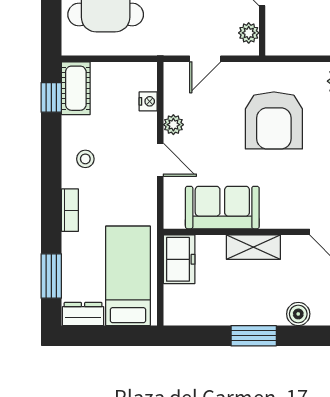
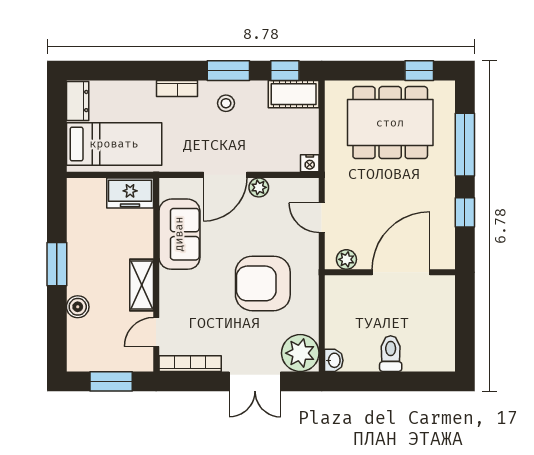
nightstand: (148, 101) -> (310, 163), moved
door: (160, 160) -> (225, 175), width x1.38
shelving: (253, 247) -> (142, 285), moved
window: (51, 276) -> (228, 71), moved

